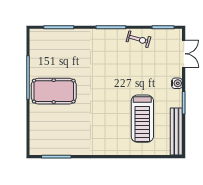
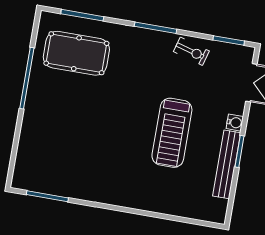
pool table: (54, 91) -> (76, 53), moved
treadmill: (142, 119) -> (172, 133), moved
bench: (176, 132) -> (227, 164), moved

